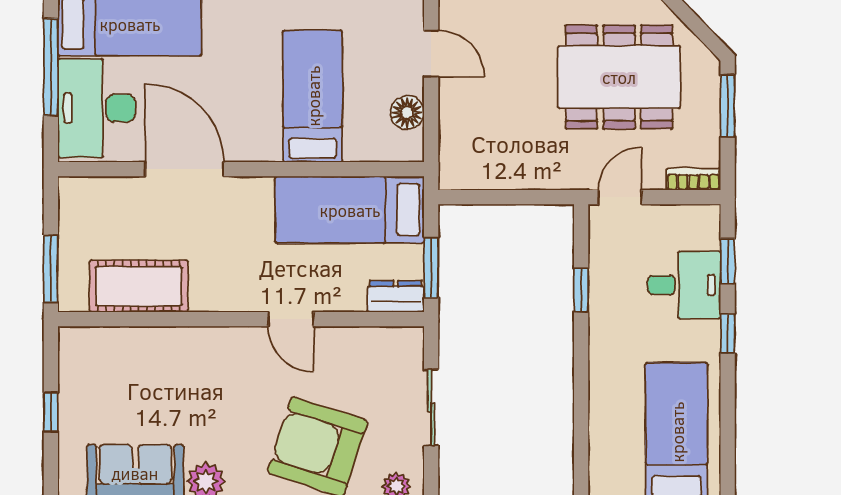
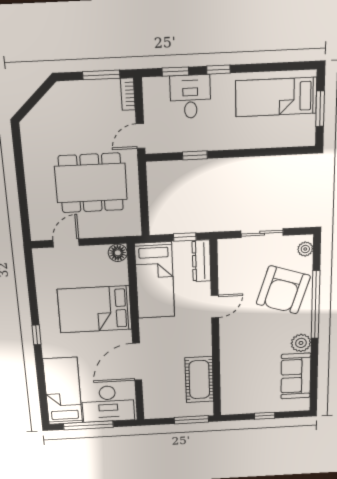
dining table: (619, 77) -> (91, 183), moved, turned 90
bed: (313, 96) -> (95, 309), width x1.50
window: (728, 106) -> (101, 75), moved
floor lamp: (407, 113) -> (118, 253), moved
door: (620, 197) -> (141, 136), hinge flipped
window: (431, 268) -> (185, 237), width x0.67
dresser: (396, 296) -> (201, 261), width x1.44

